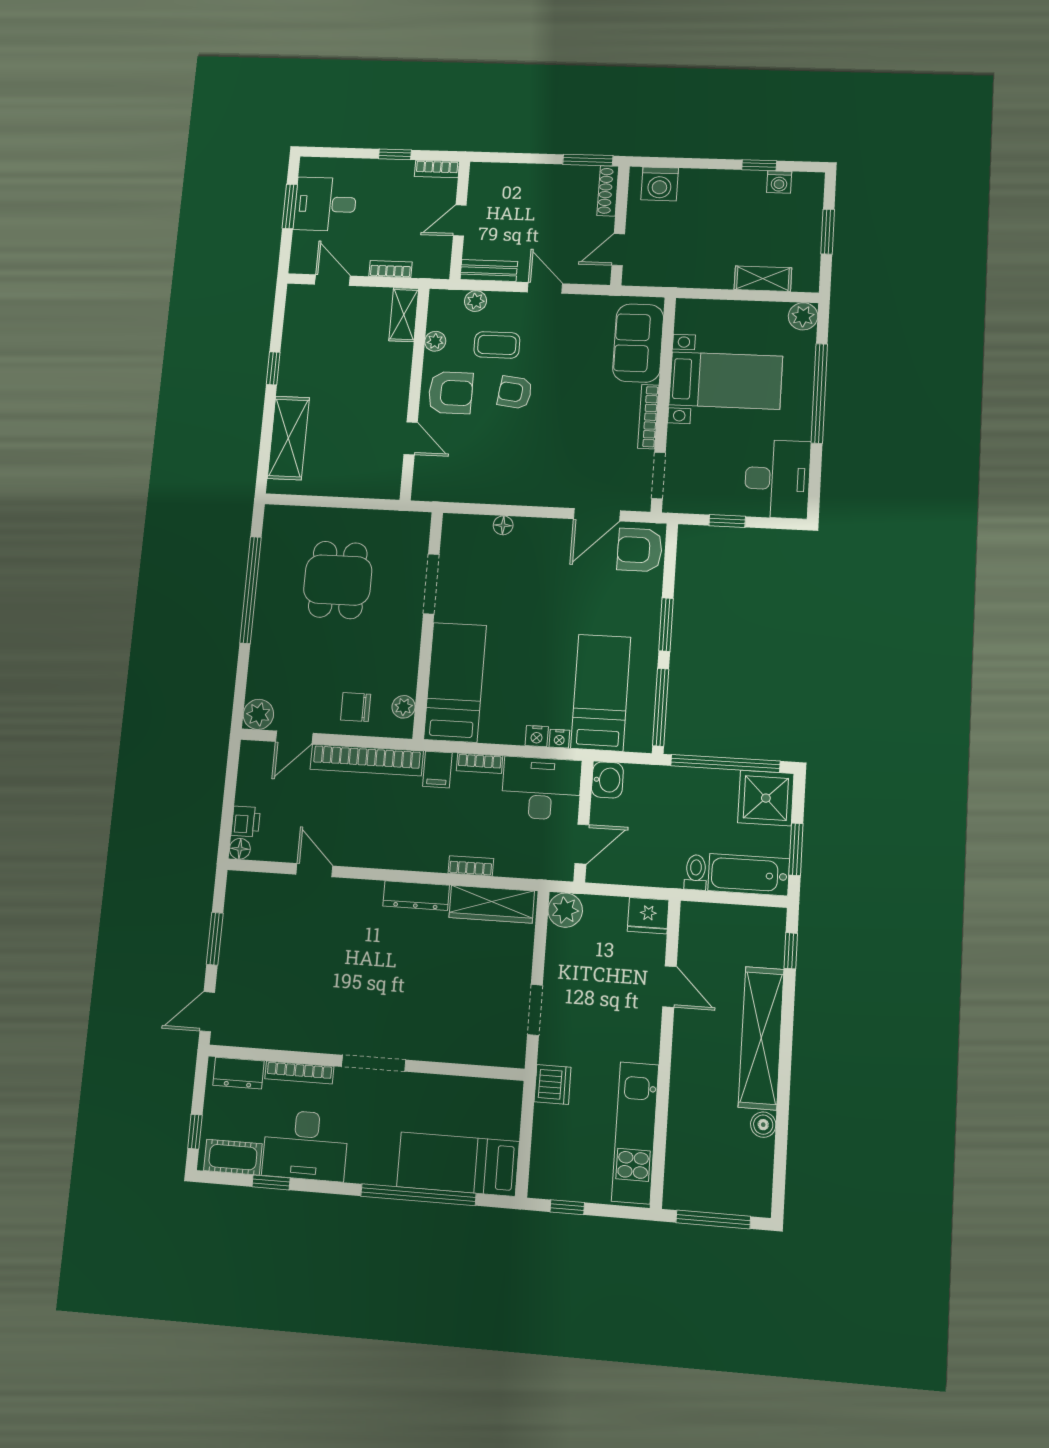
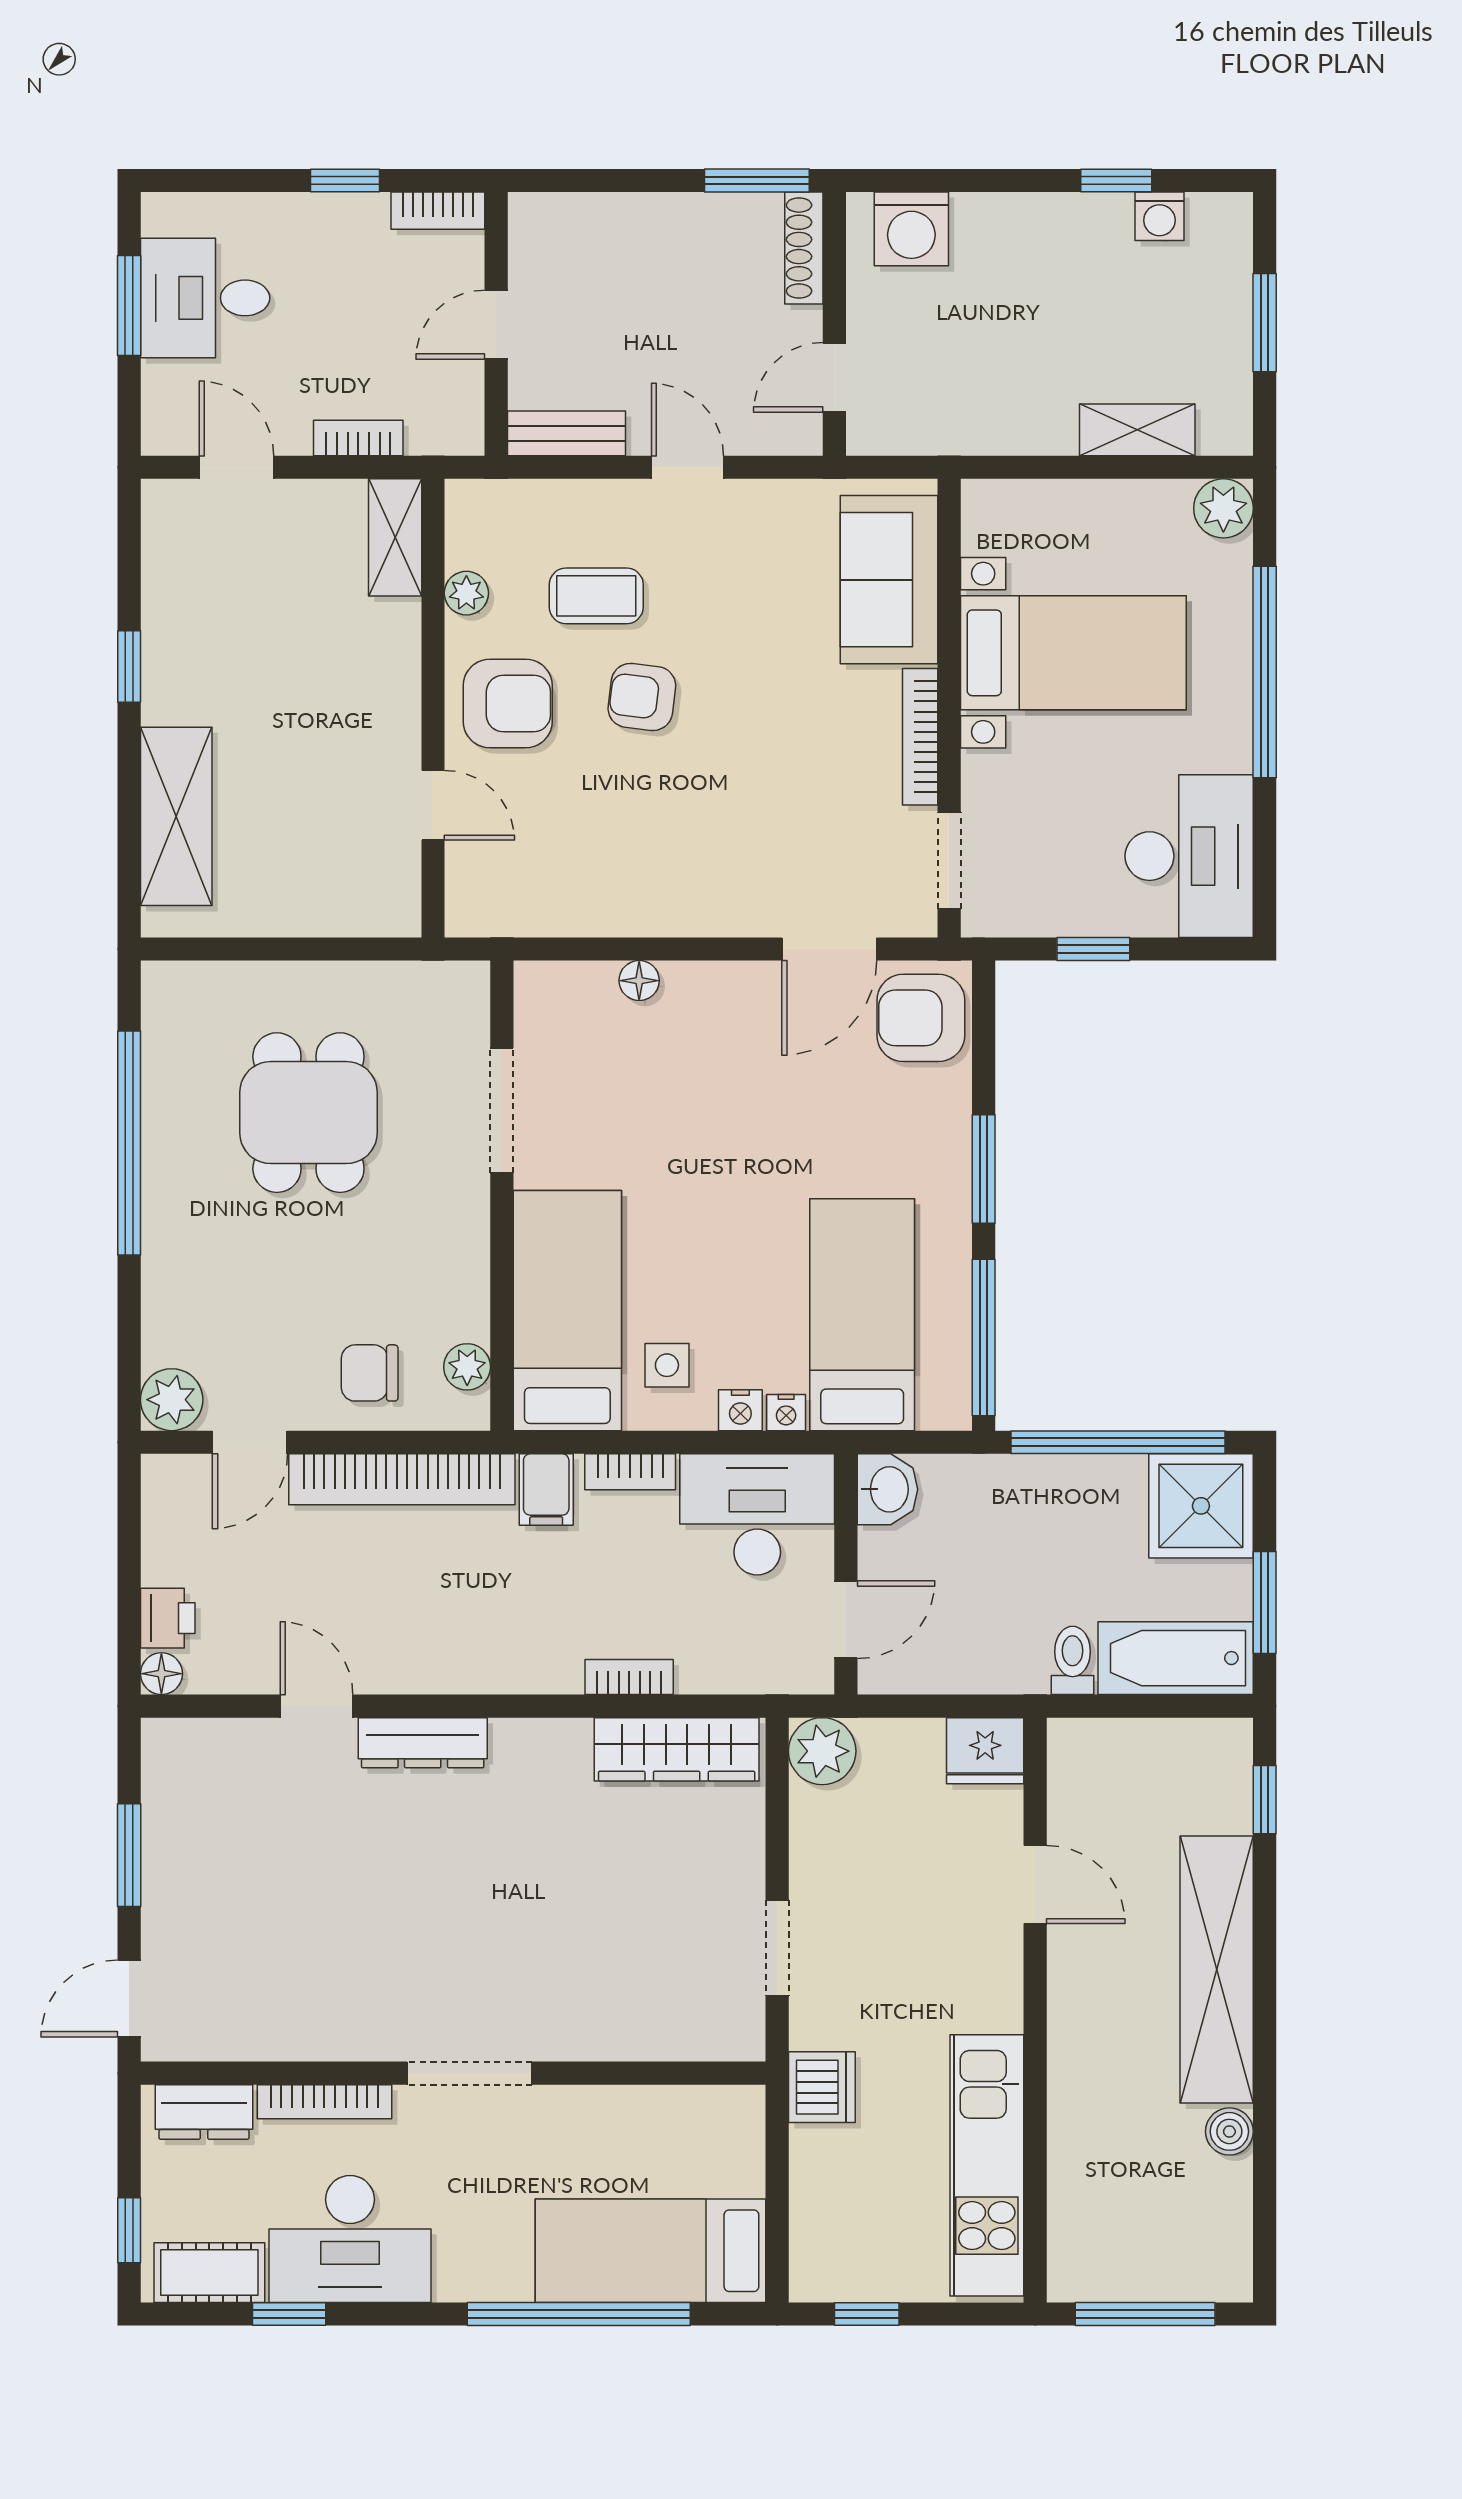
plant: (476, 301) -> (544, 502), removed
side table: (502, 712) -> (667, 1365), added
dresser: (416, 896) -> (423, 1743), moved

